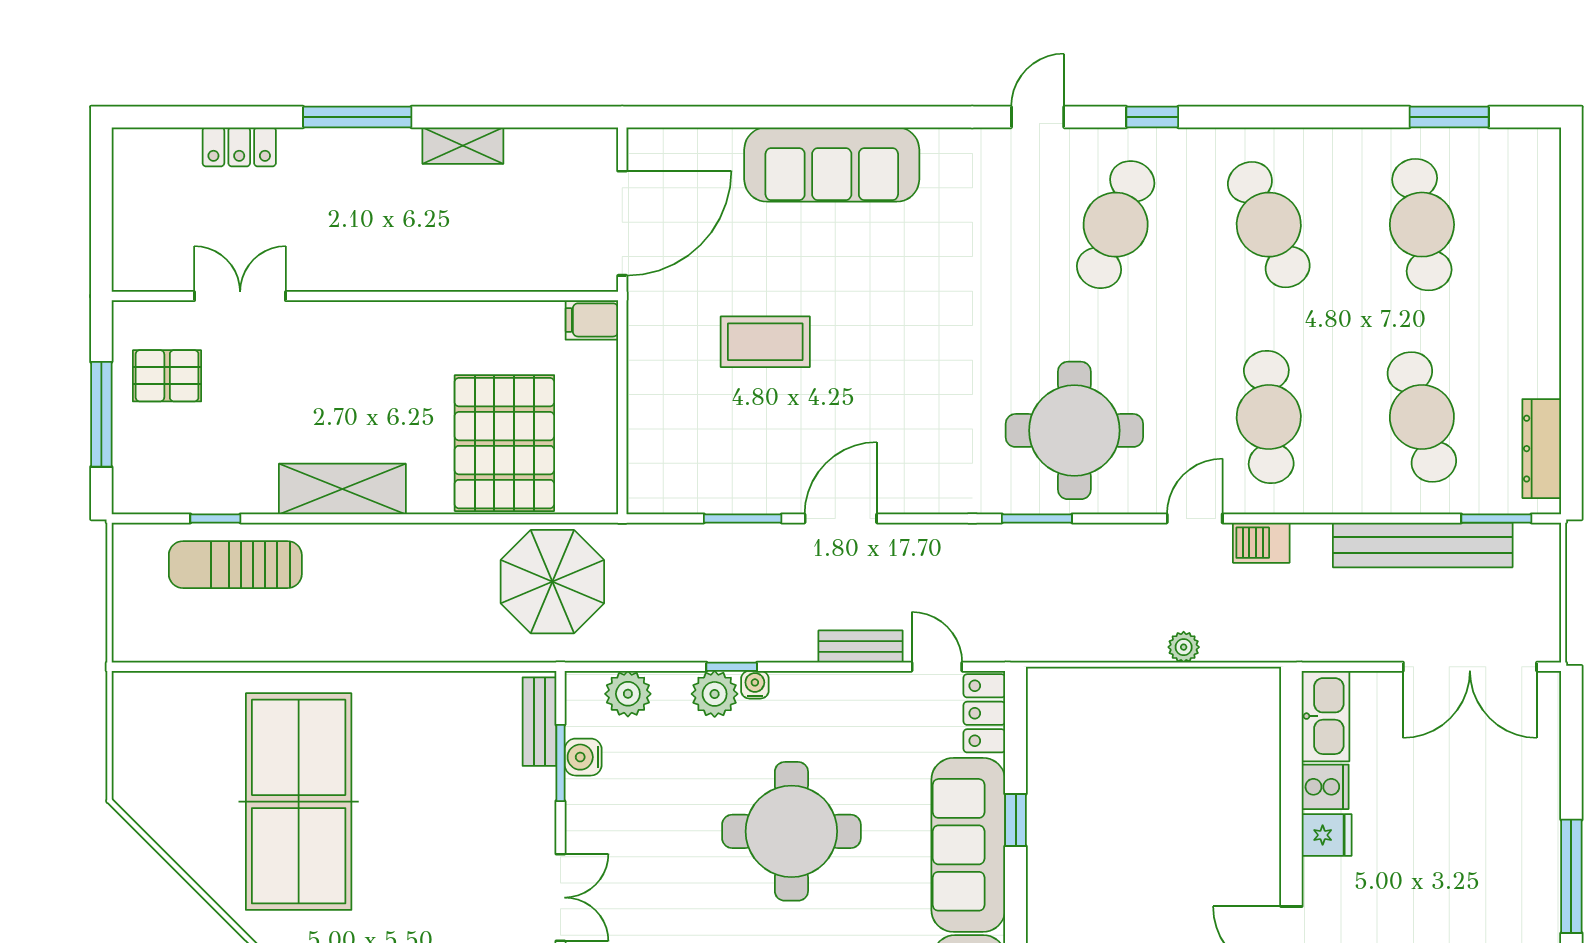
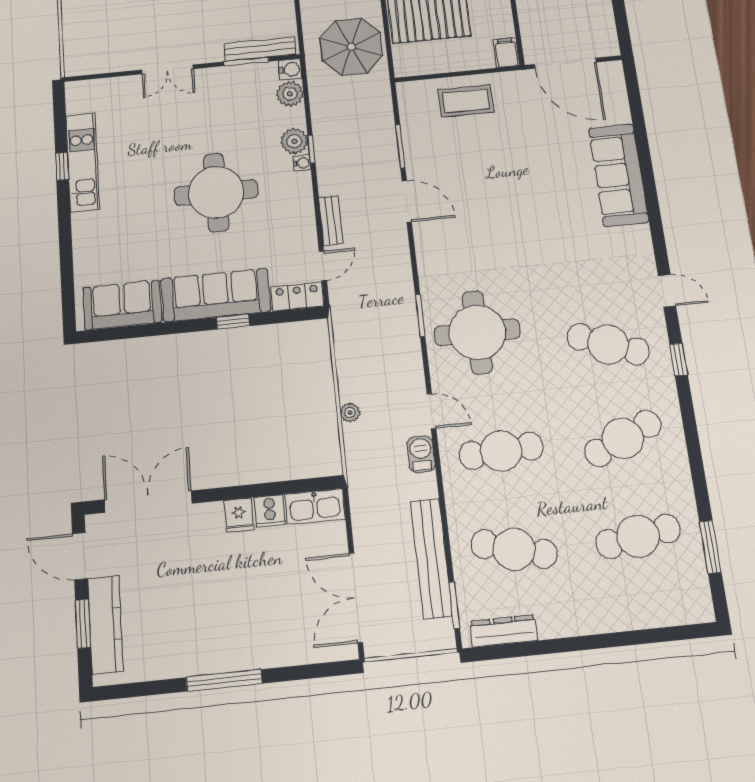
coffee table: (765, 342) -> (466, 101), moved, turned 90
cafe table: (1422, 417) -> (514, 549), turned 30
bench: (539, 722) -> (260, 49), width x1.36
water cooler: (583, 757) -> (290, 69), moved, turned 90

